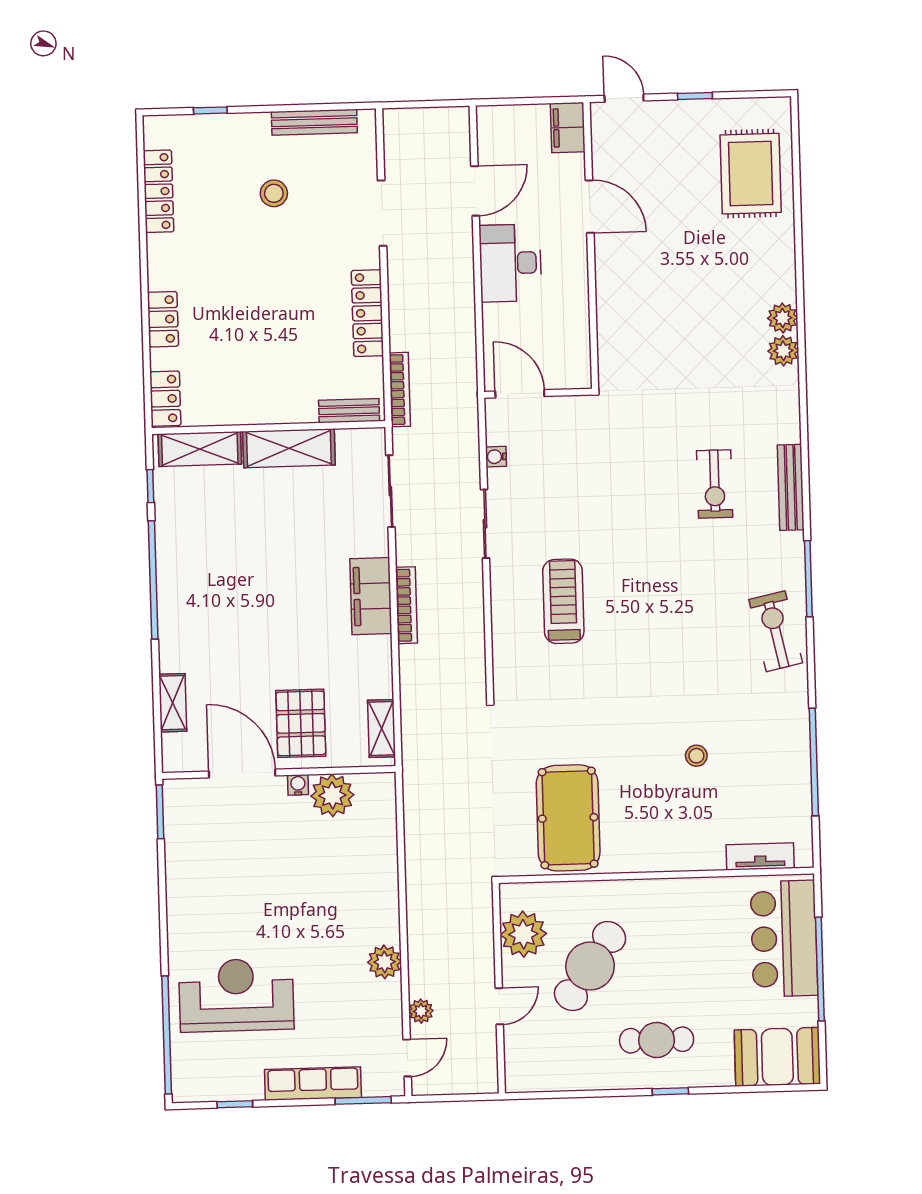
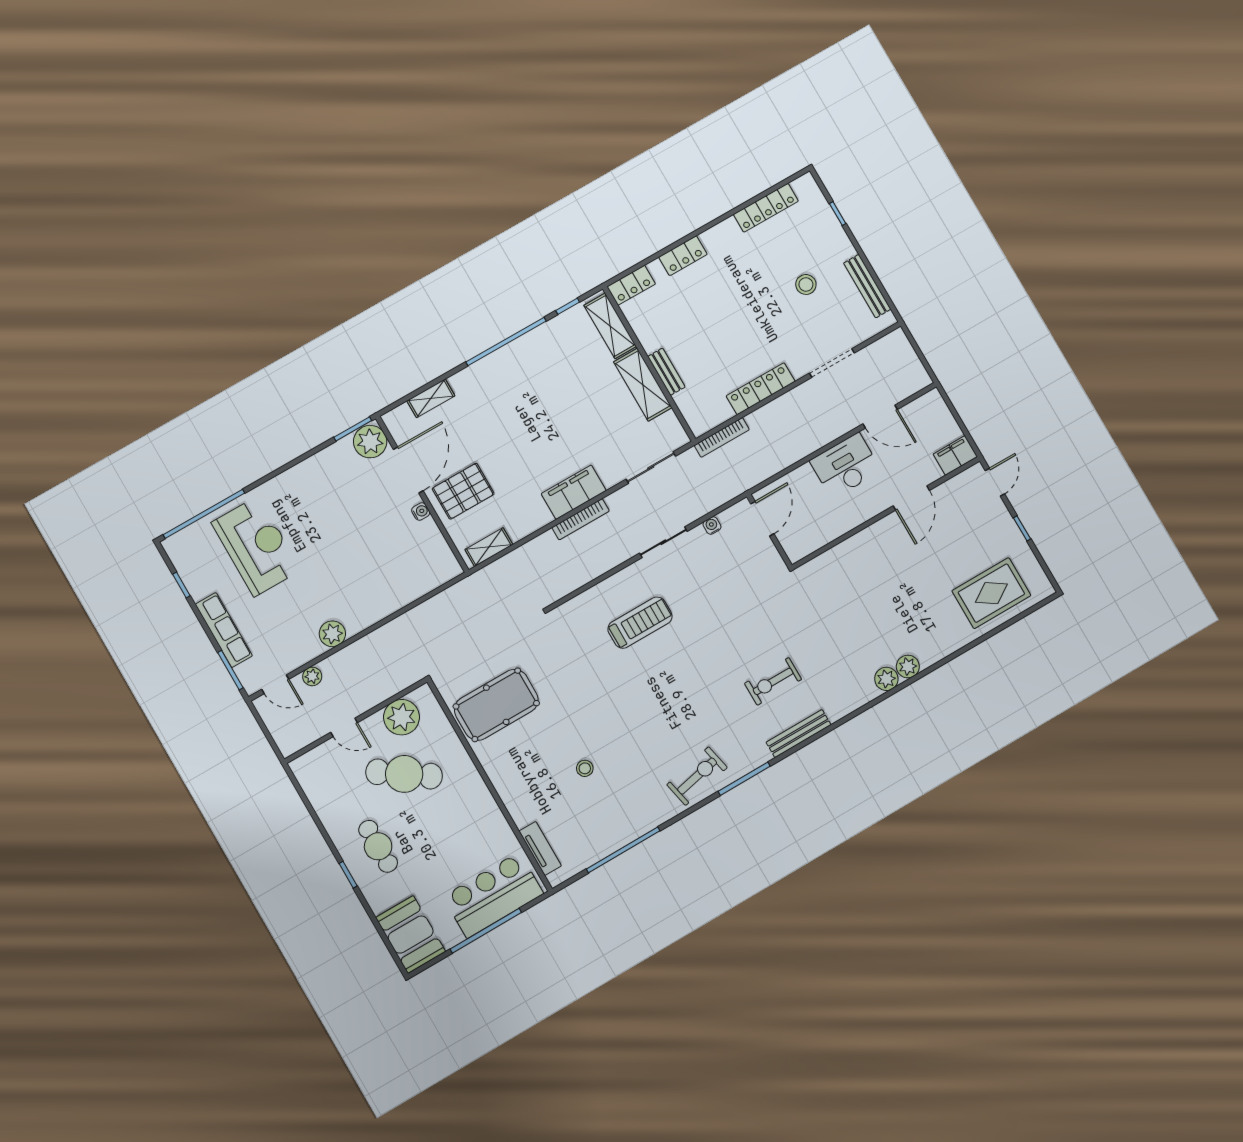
bench: (349, 411) -> (666, 372), moved
plant: (332, 795) -> (370, 442), moved

